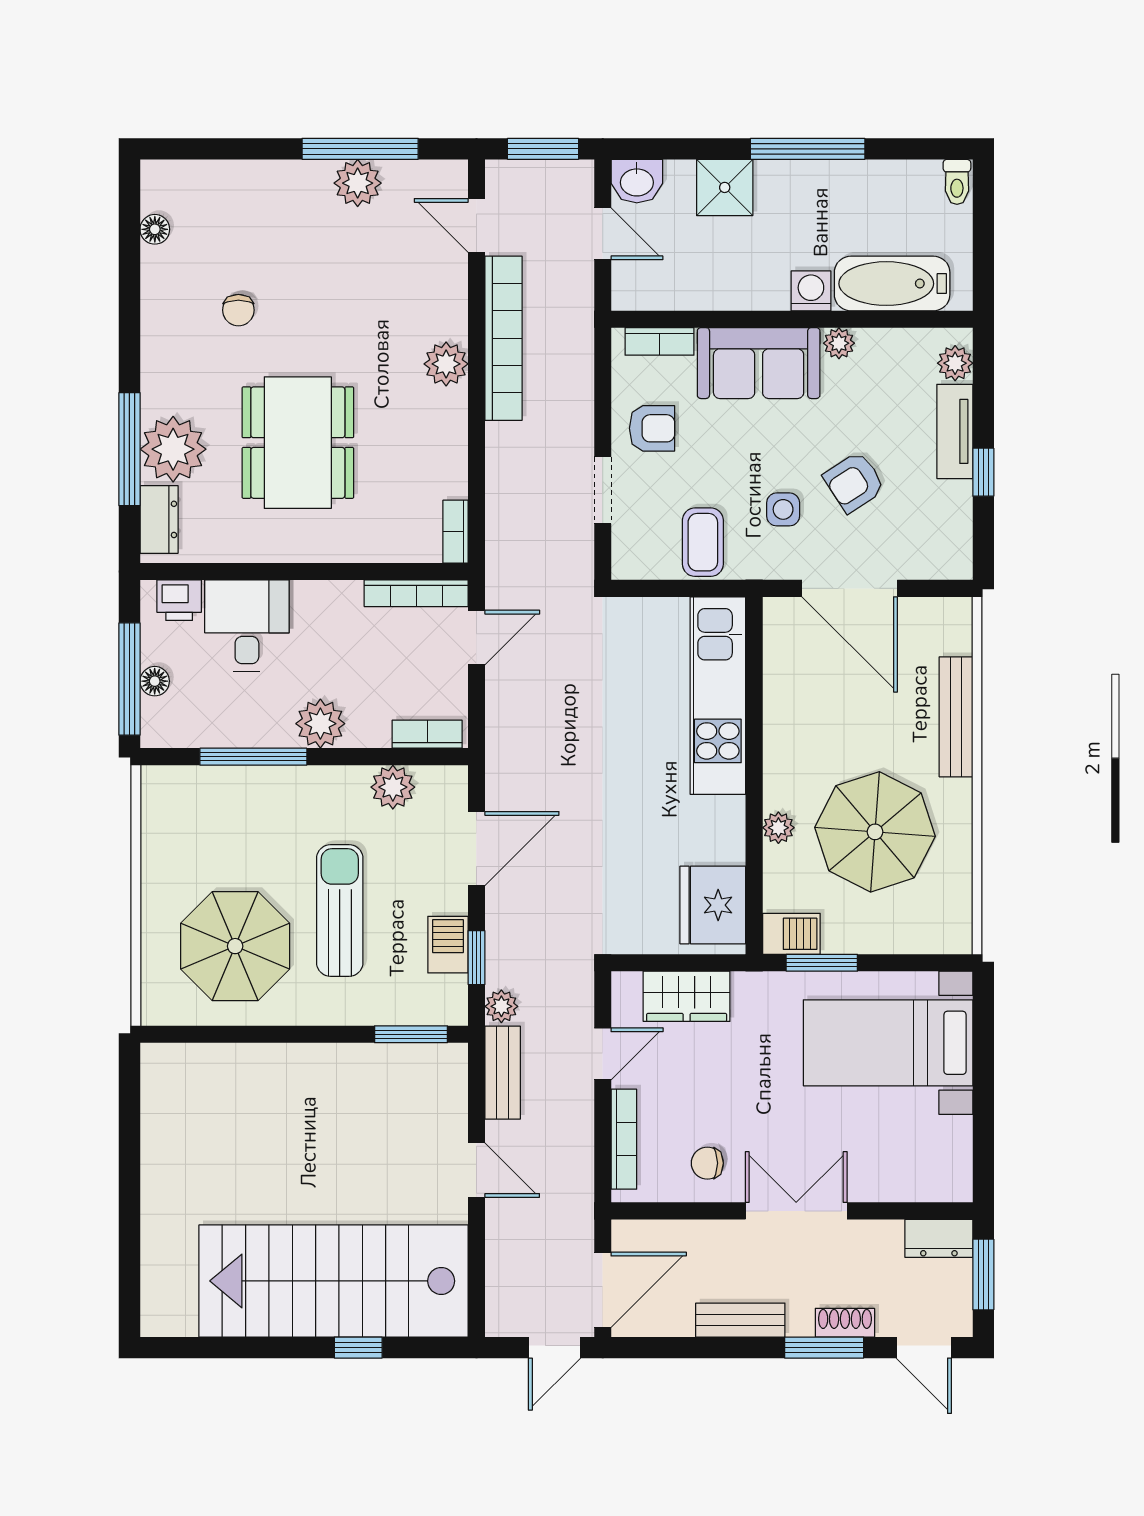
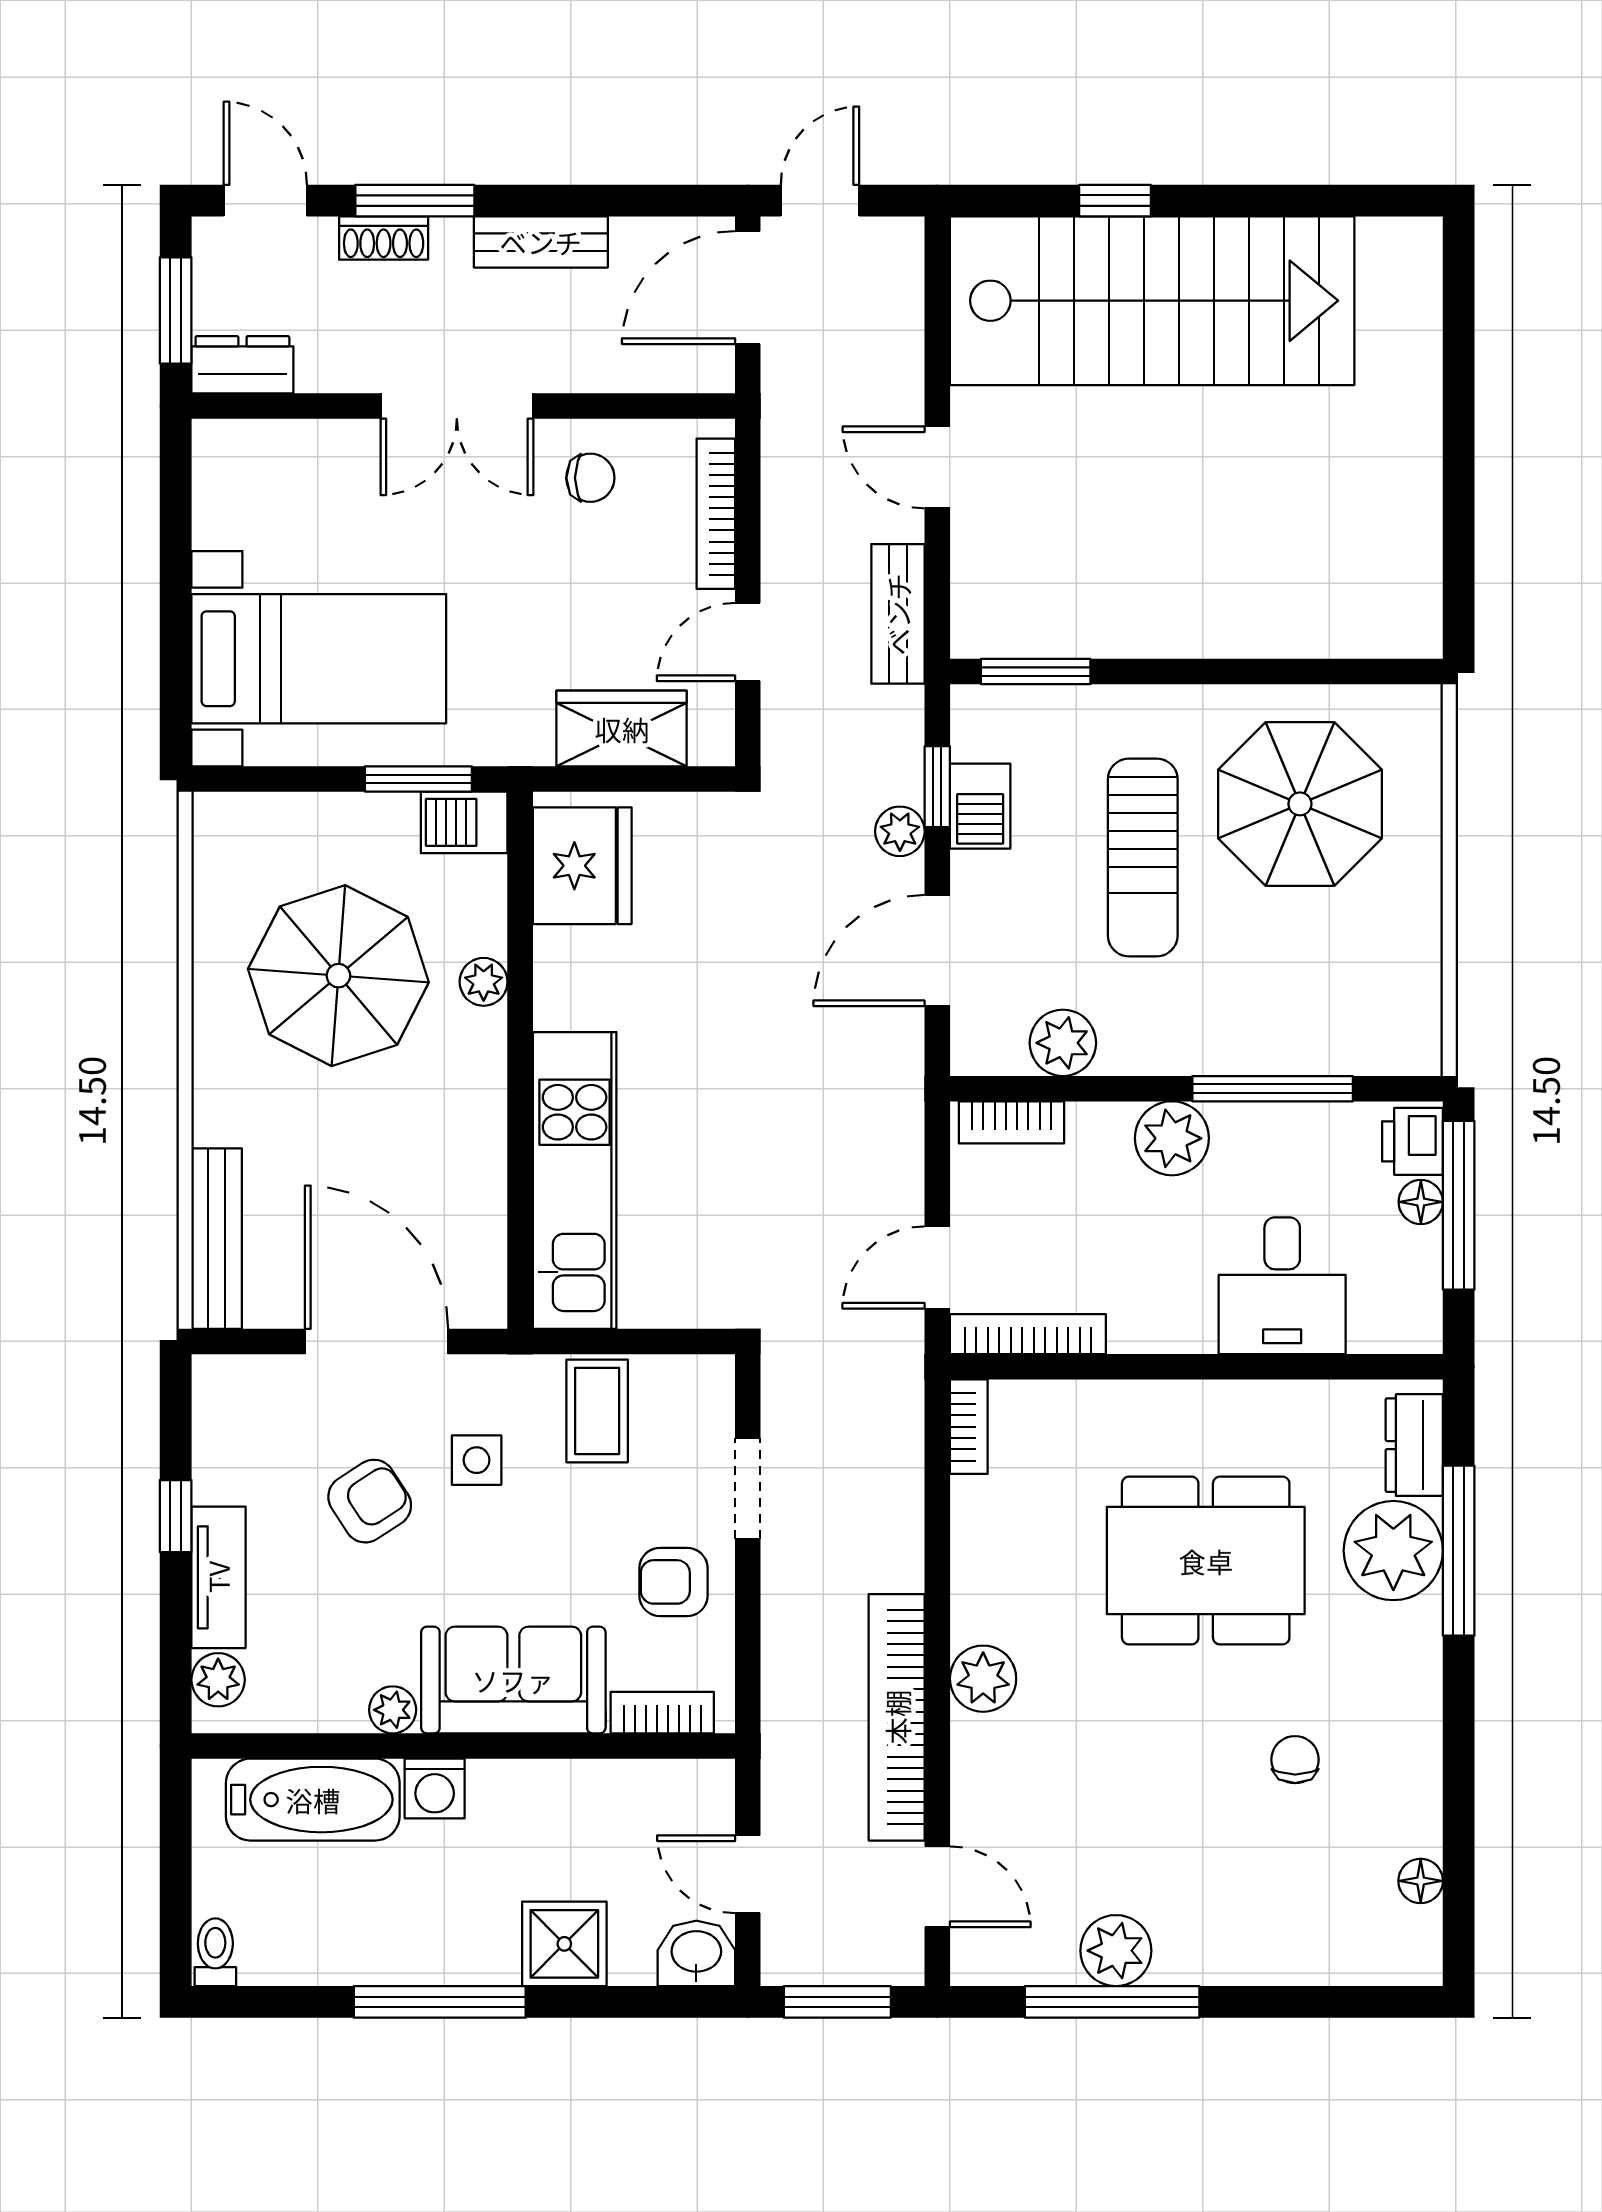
dining table: (298, 443) -> (1206, 1561), turned 90
printer: (179, 600) -> (1412, 1141), moved, turned -90
bench: (956, 717) -> (217, 1239), moved
plant: (501, 1006) -> (900, 831), moved

